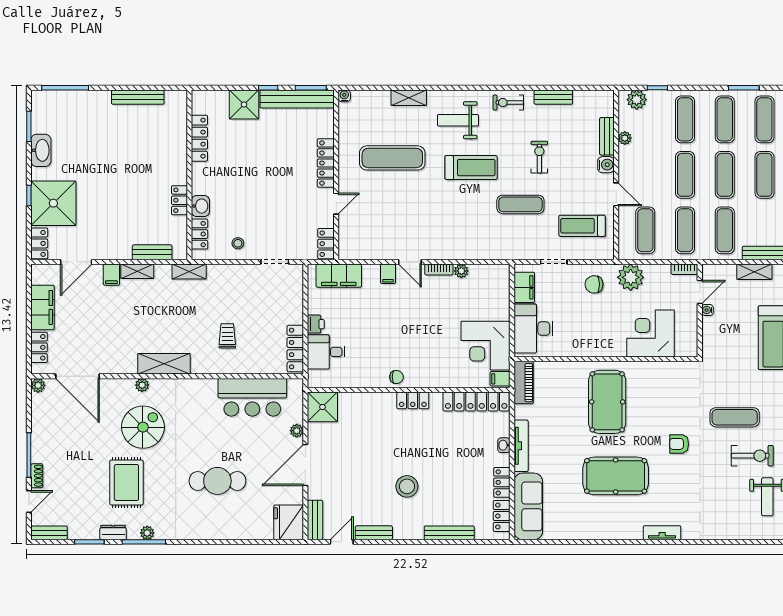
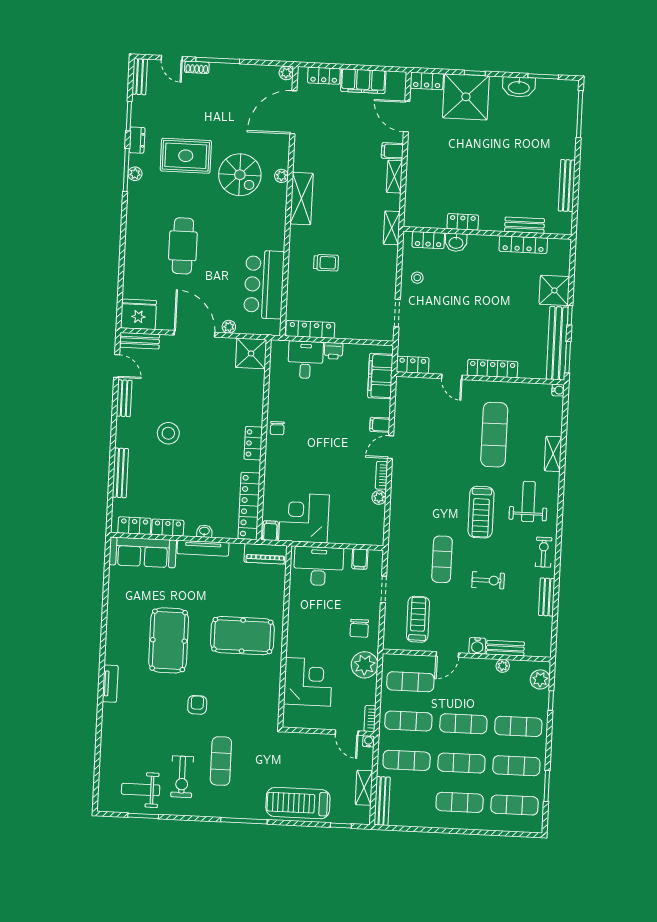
bench: (152, 252) -> (525, 225), moved, turned 90
chair: (594, 284) -> (359, 628), turned 180
filing cabinet: (524, 287) -> (360, 559), width x0.50
water cooler: (707, 310) -> (368, 741), moved

